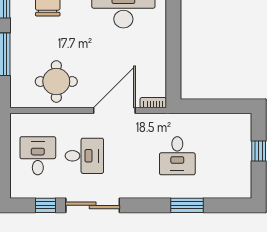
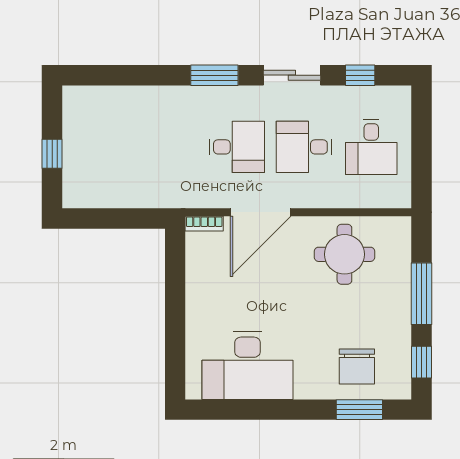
desk: (177, 156) -> (237, 147), moved, turned 90
sliding door: (93, 205) -> (292, 75), width x0.73
window: (187, 205) -> (214, 75), moved

